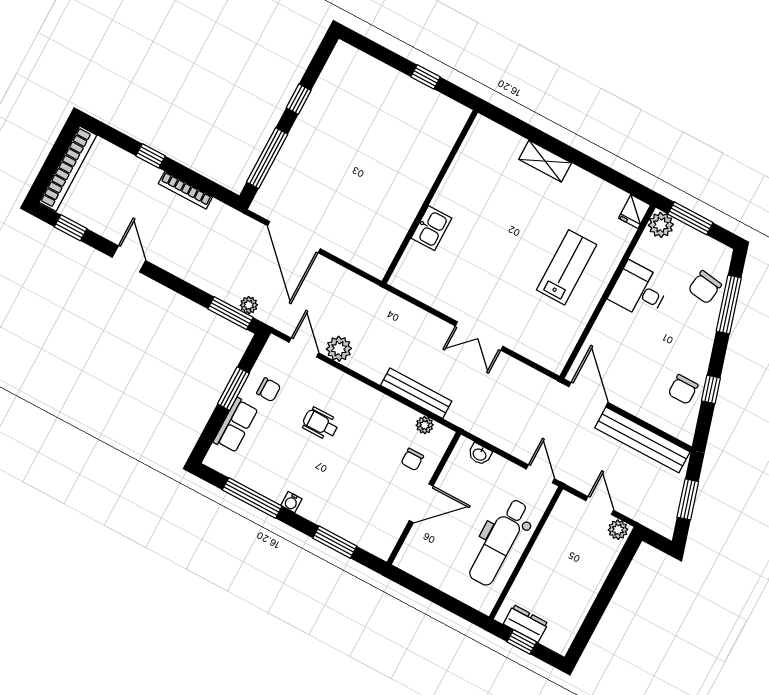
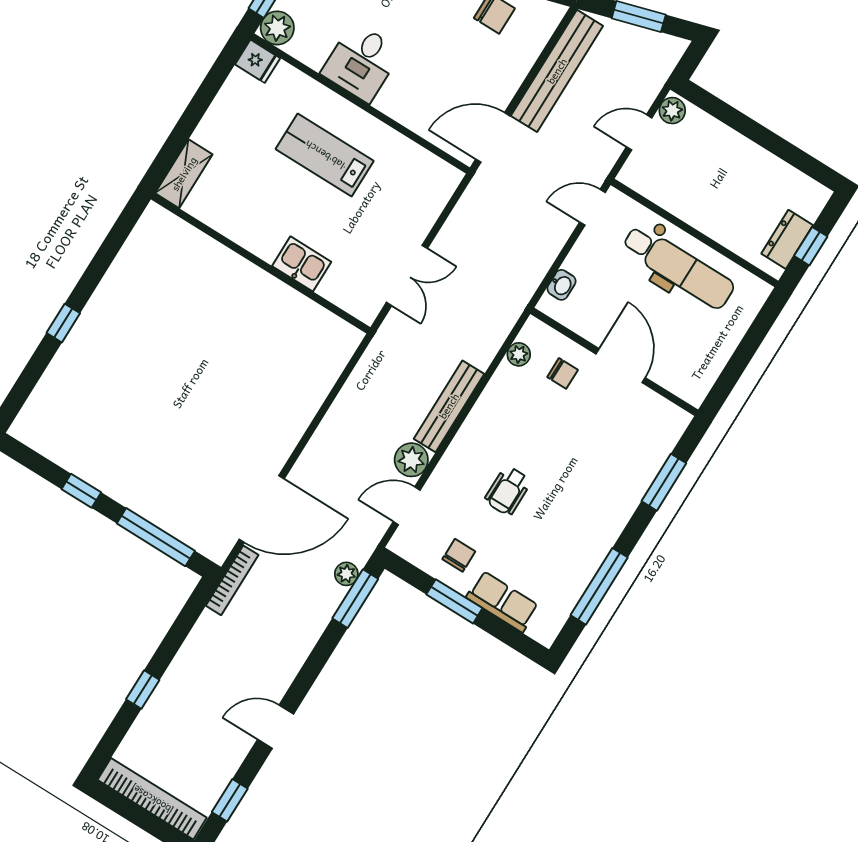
bookcase: (185, 190) -> (232, 580), moved
wall: (430, 197) -> (261, 263), moved
kitchen sink: (431, 228) -> (302, 264), moved
bench: (416, 393) -> (449, 406), moved
water cooler: (291, 502) -> (608, 535), removed

